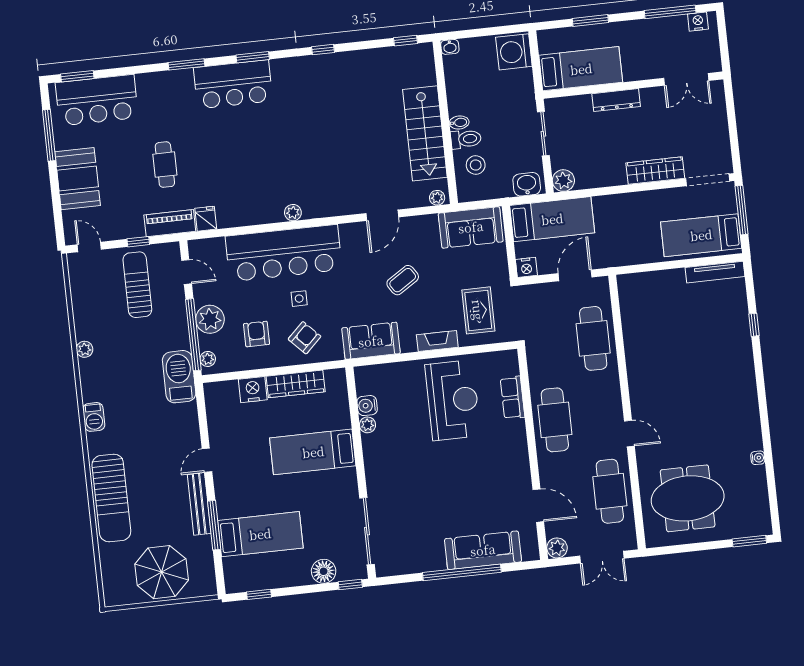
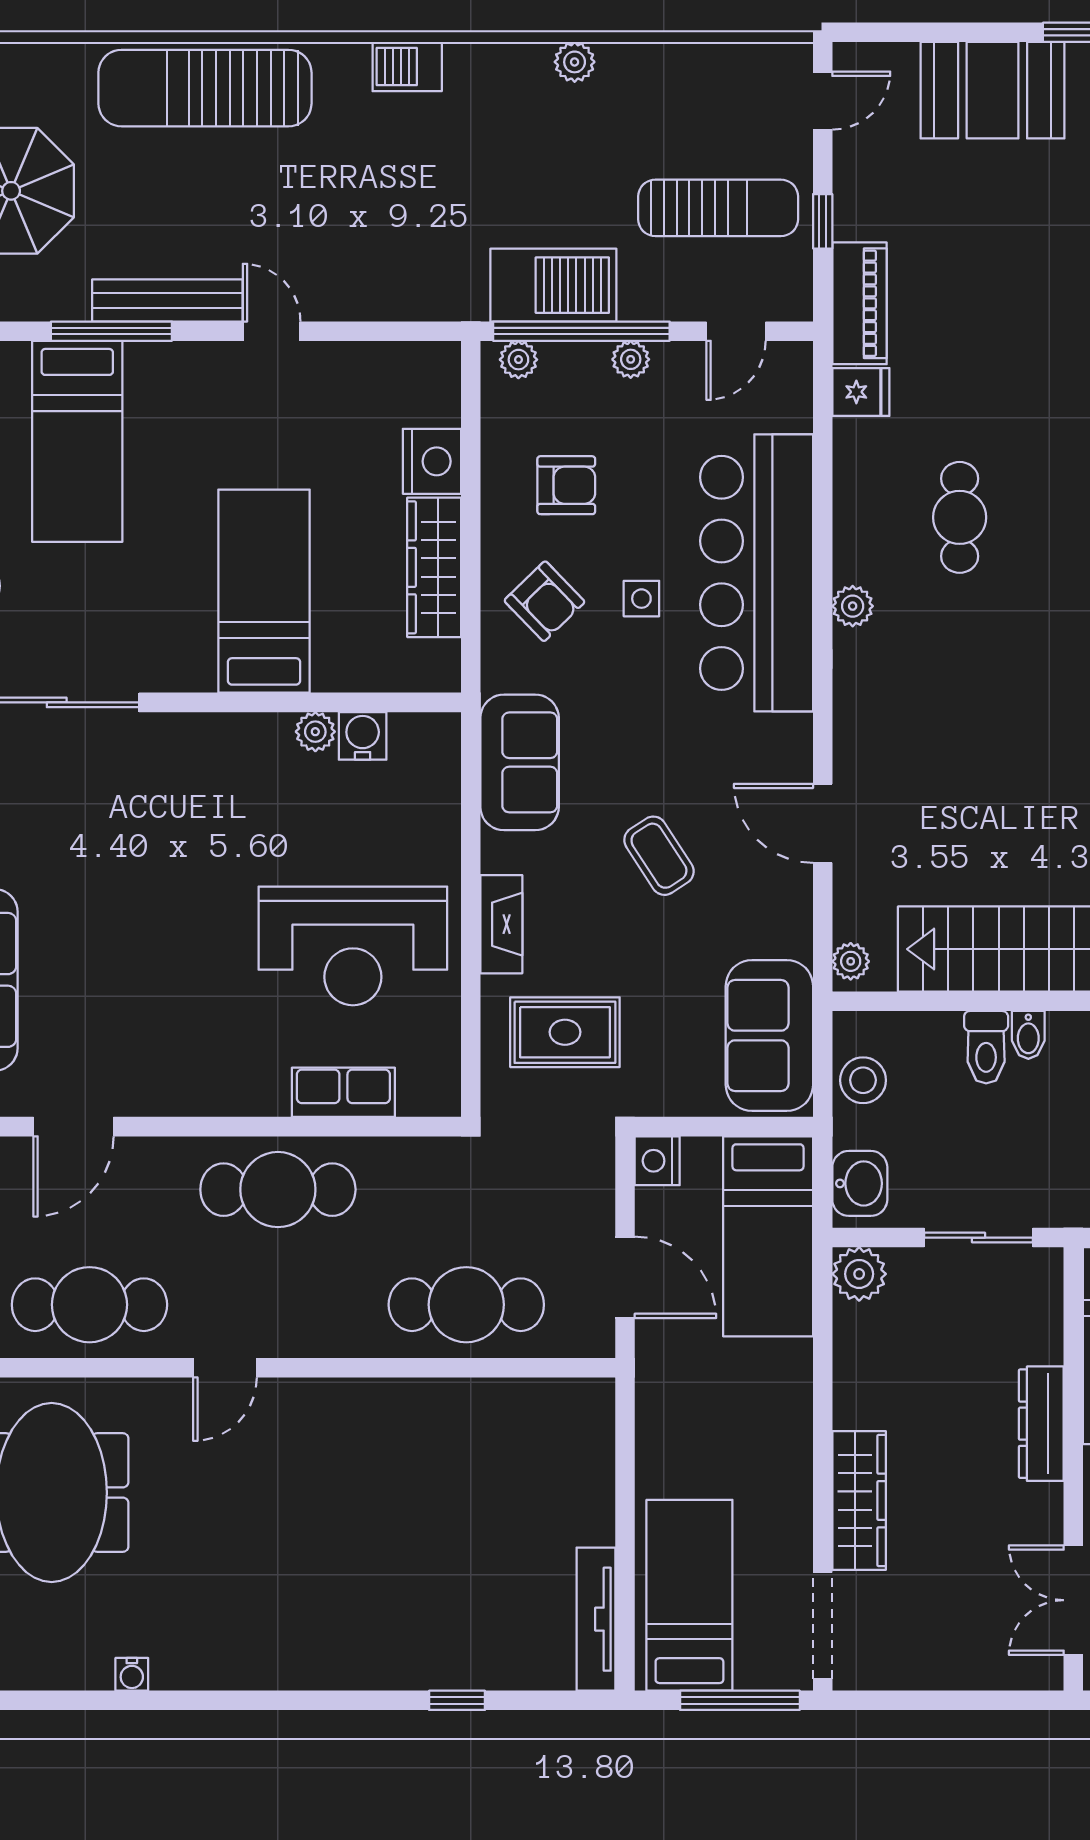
cafe table: (165, 165) -> (960, 517), moved, turned 90
stool: (476, 165) -> (863, 1080), moved
plant: (210, 319) -> (631, 359), width x0.53, depth x0.53
barbecue: (179, 377) -> (553, 285), moved

